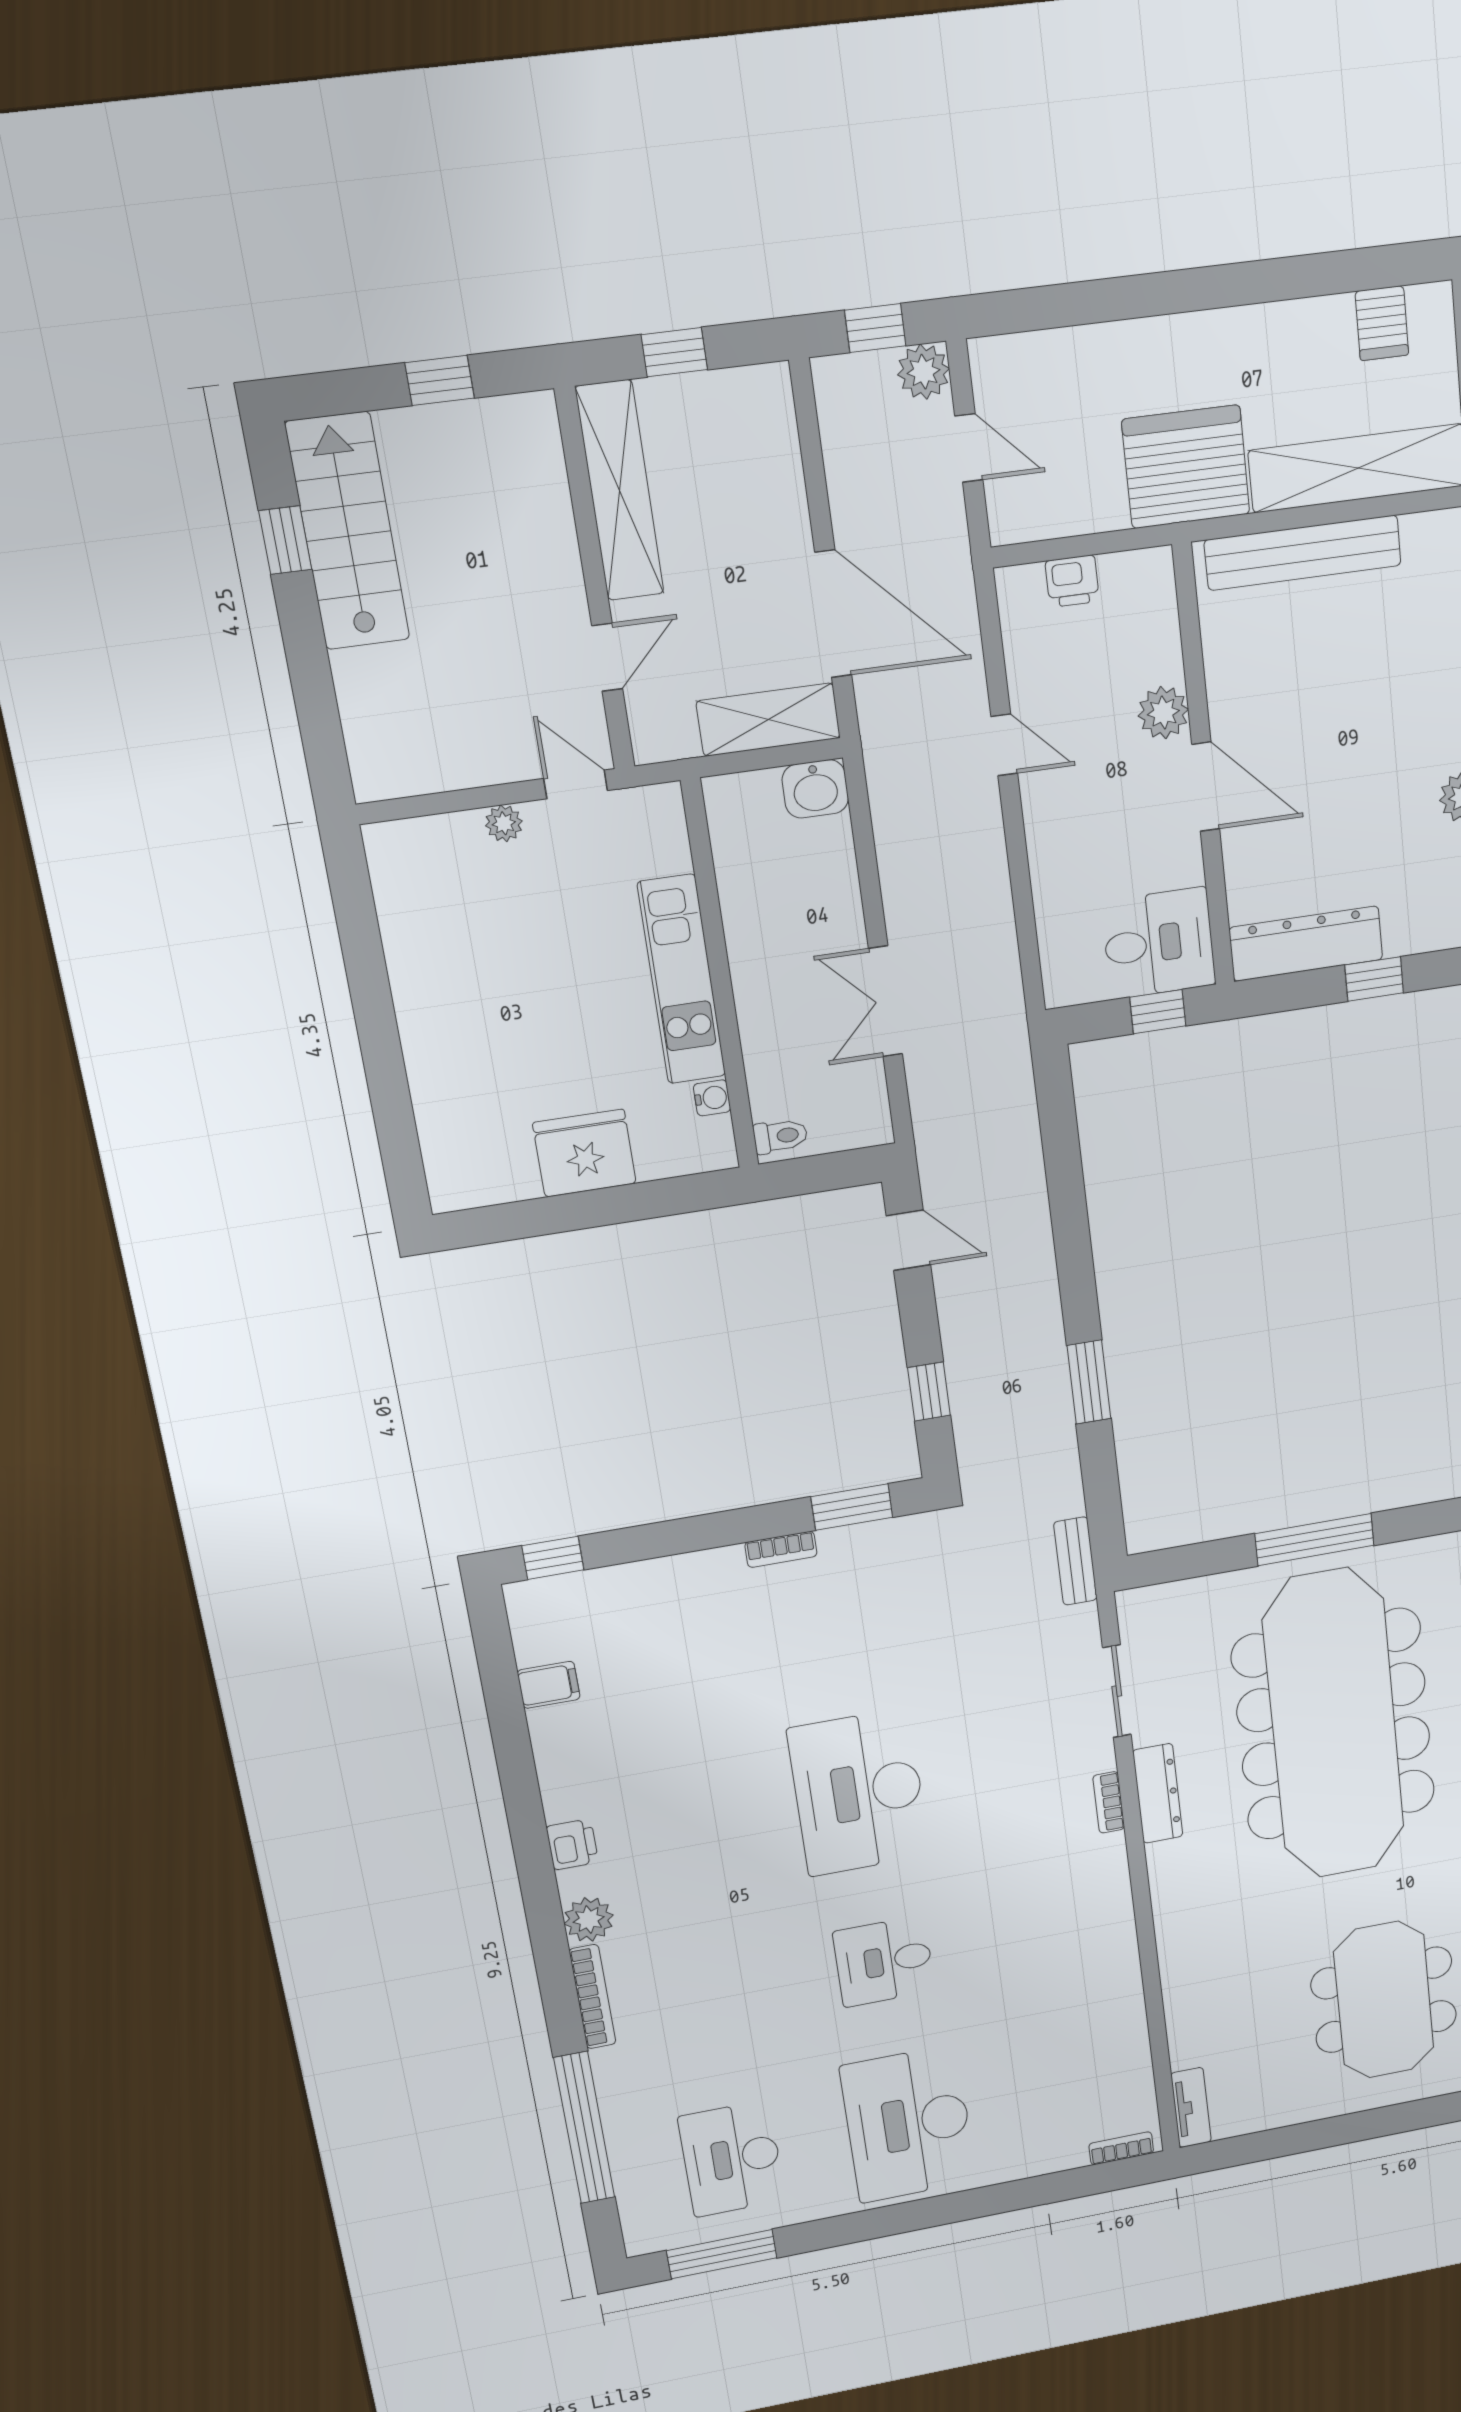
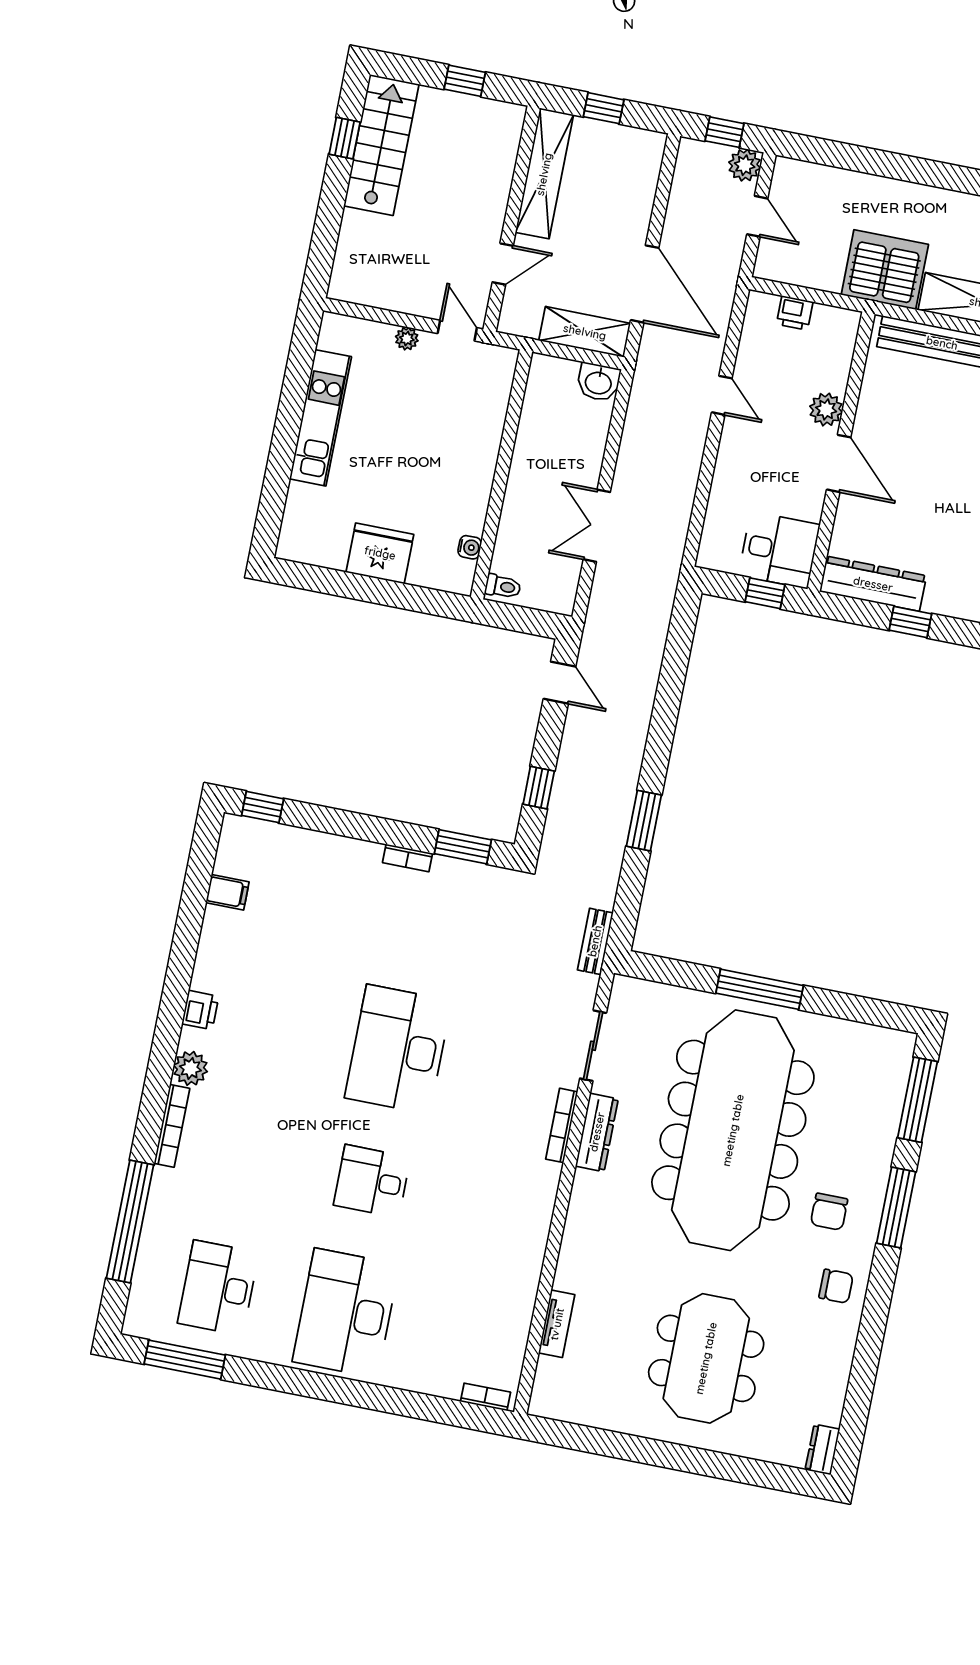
kitchen unit: (682, 980) -> (321, 418), moved, turned 180
bookcase: (1109, 1802) -> (562, 1125), width x1.56
tv unit: (1191, 2107) -> (557, 1324), moved

